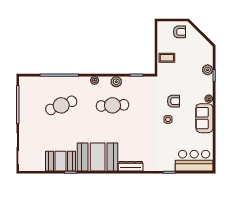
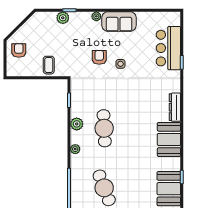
booth: (98, 157) -> (169, 139), width x0.73, depth x0.70
bar counter: (194, 161) -> (168, 48), moved

